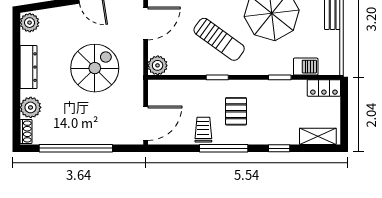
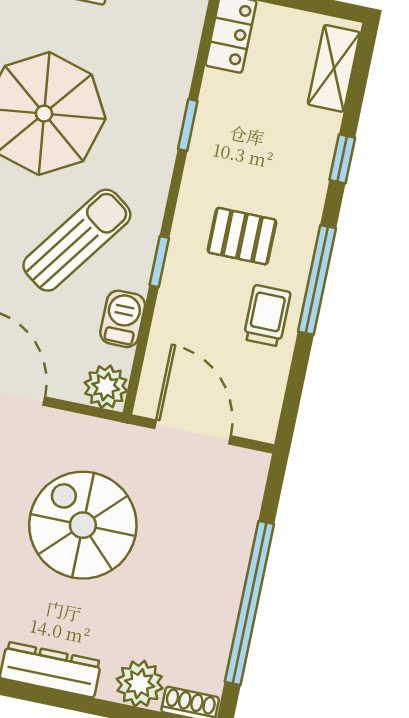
barbecue: (306, 67) -> (123, 319), moved
door: (146, 123) -> (193, 432), moved
trolley: (203, 130) -> (267, 316), turned 90

